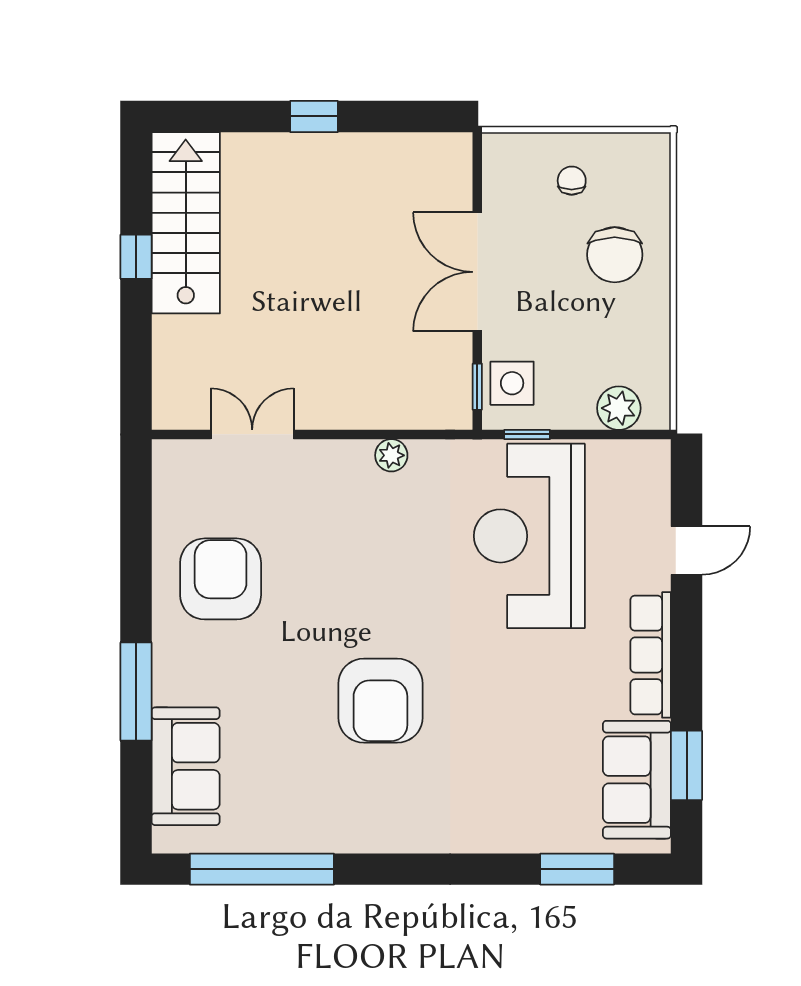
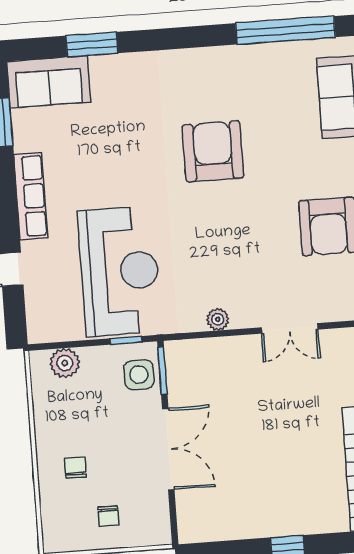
chair: (615, 255) -> (75, 468), width x0.54, depth x0.54
window: (477, 387) -> (163, 371), width x1.50
double door: (252, 434) -> (289, 328), moved
sofa: (637, 780) -> (49, 82), moved, turned 90
window: (577, 869) -> (92, 44), moved

